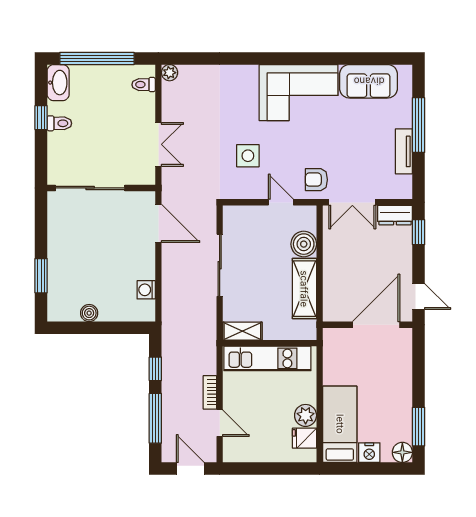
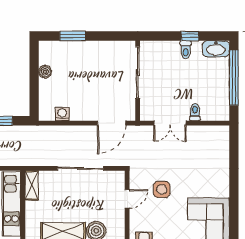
plant: (170, 73) -> (223, 131), removed
toilet: (144, 85) -> (195, 112), moved
door: (281, 202) -> (127, 199), moved

